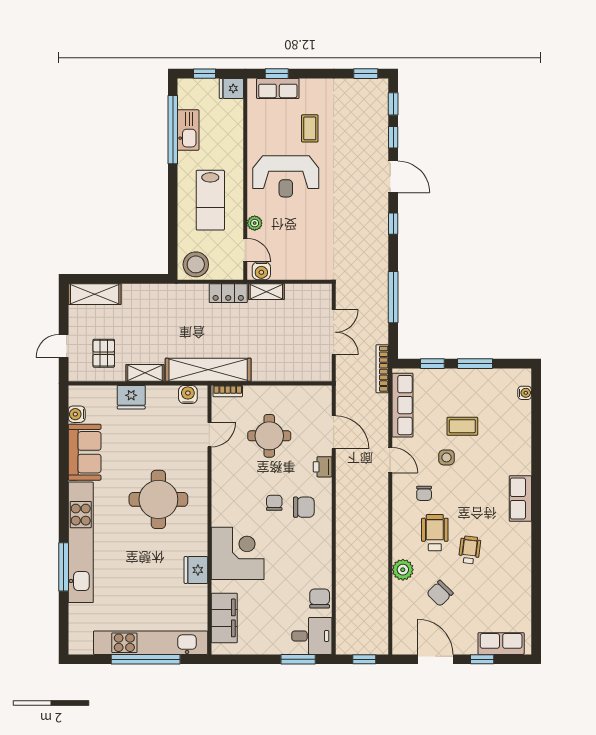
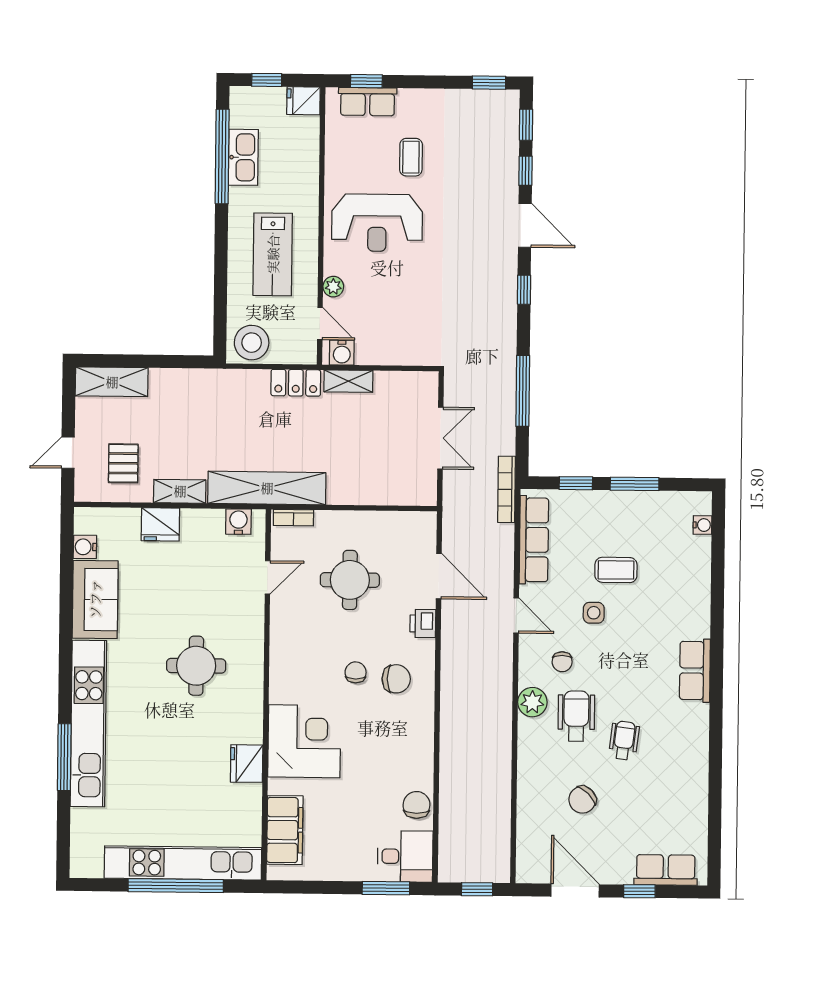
round table: (158, 499) -> (196, 666), width x0.73, depth x0.73
plant: (403, 570) -> (532, 702), moved

